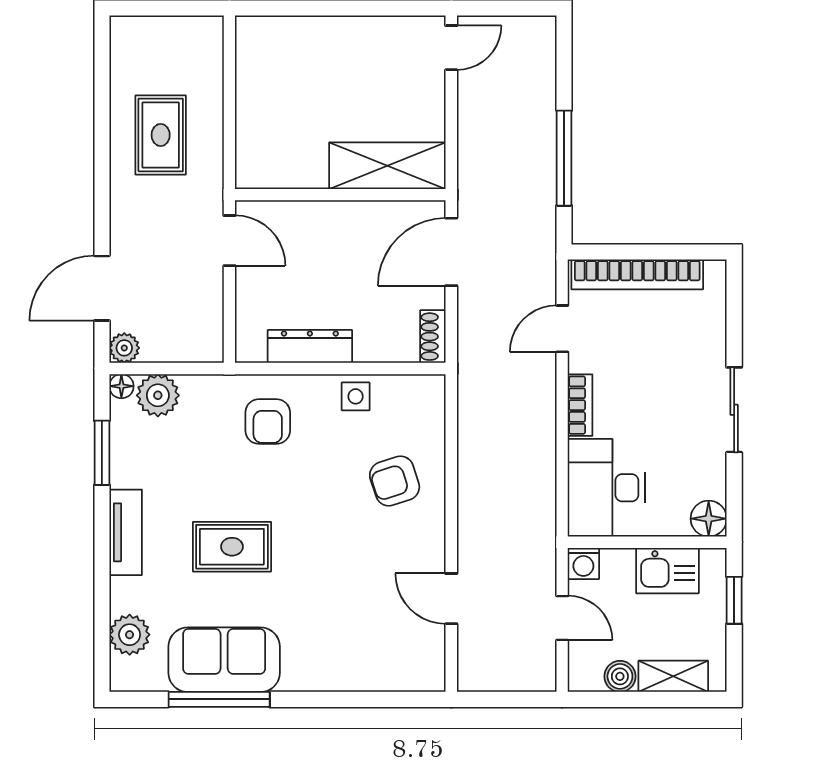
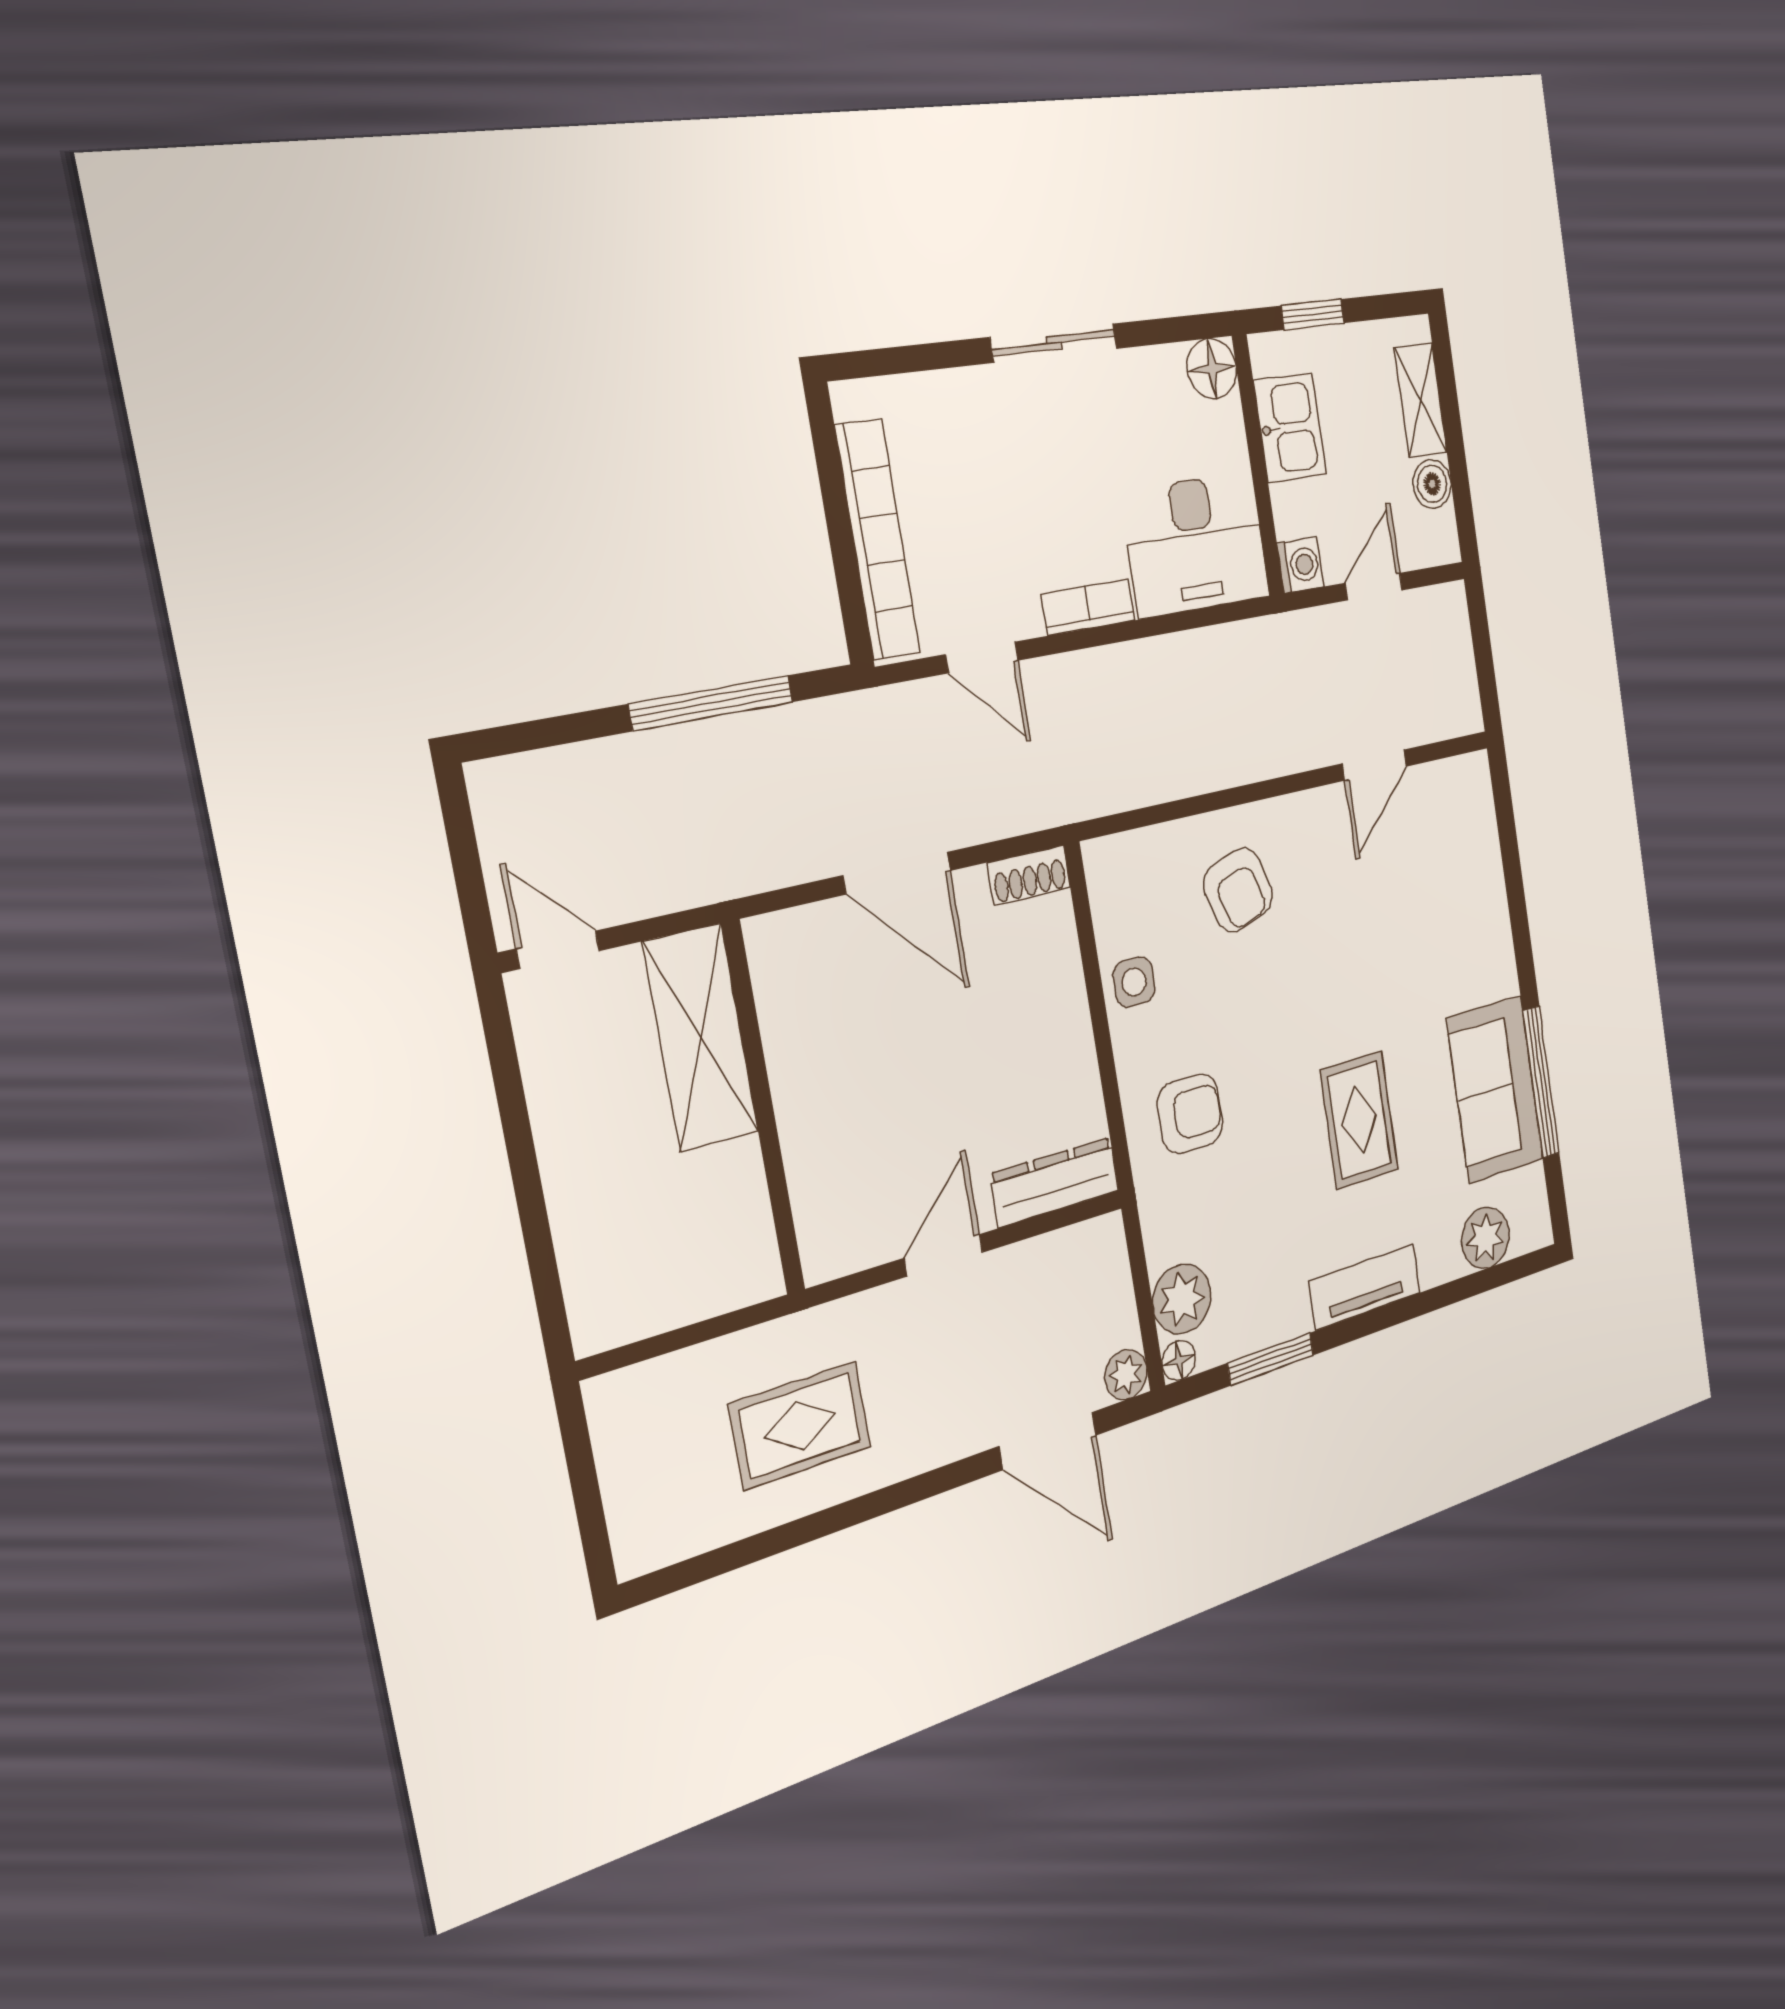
shelving: (387, 166) -> (701, 1037), moved
wall: (340, 195) -> (764, 1108), moved
dresser: (310, 346) -> (1055, 1182), moved, turned 90

